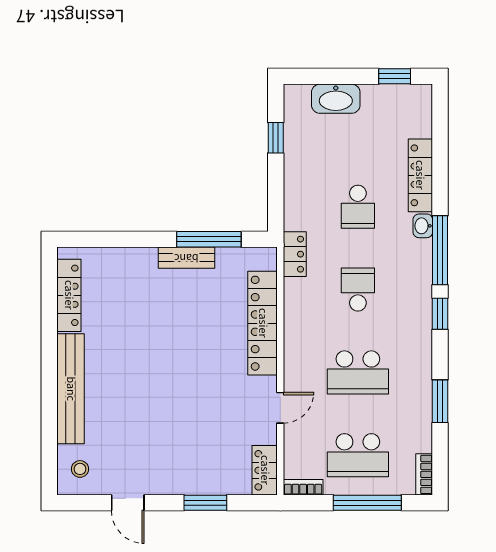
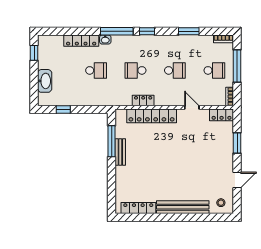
locker: (295, 254) -> (143, 100), moved
school desk: (358, 372) -> (175, 70), width x0.54
school desk: (358, 455) -> (214, 70), width x0.54

